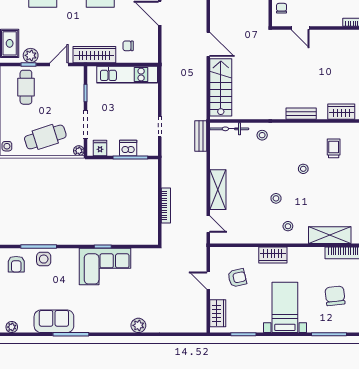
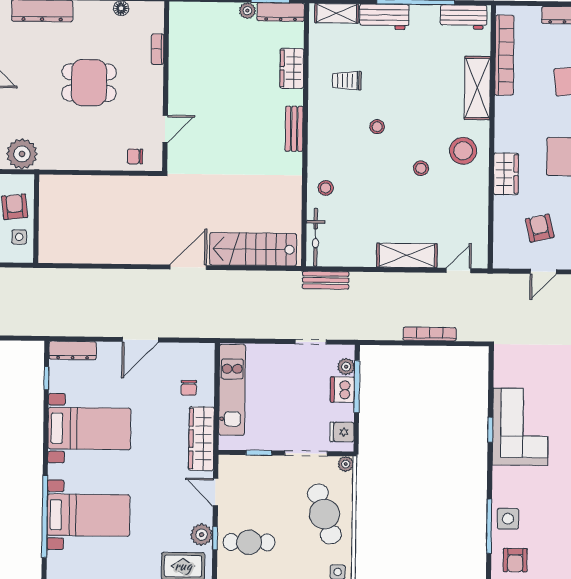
plant: (143, 150) -> (346, 367), added
stool: (288, 226) -> (463, 151), width x1.89, depth x1.89
armchair: (16, 264) -> (515, 560), turned 90

